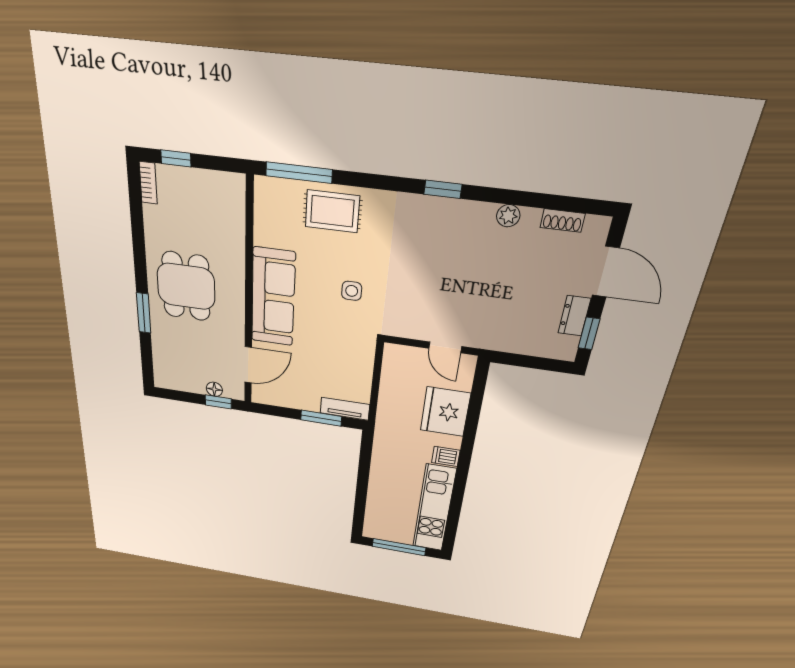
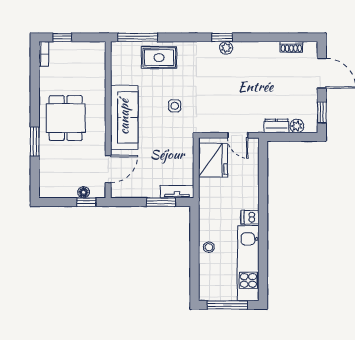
plant: (508, 216) -> (226, 48), moved
dresser: (574, 316) -> (276, 126), moved, turned 90
plant: (543, 348) -> (297, 126), added
fridge: (445, 412) -> (213, 160), moved, turned 180
stool: (383, 482) -> (209, 247), added

